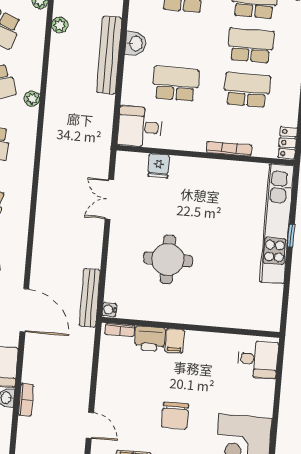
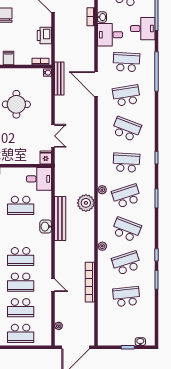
plant: (60, 25) -> (86, 203), moved, width x1.87, depth x1.87
fridge: (159, 166) -> (46, 157), moved
door: (24, 310) -> (96, 84), moved
printer: (150, 339) -> (44, 35), moved, turned -90

